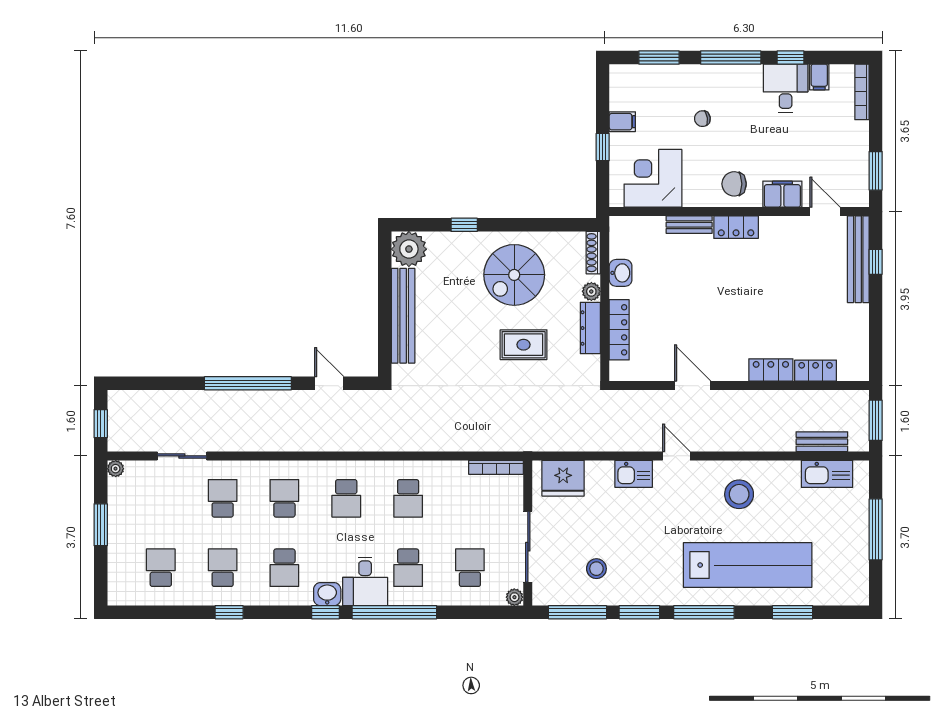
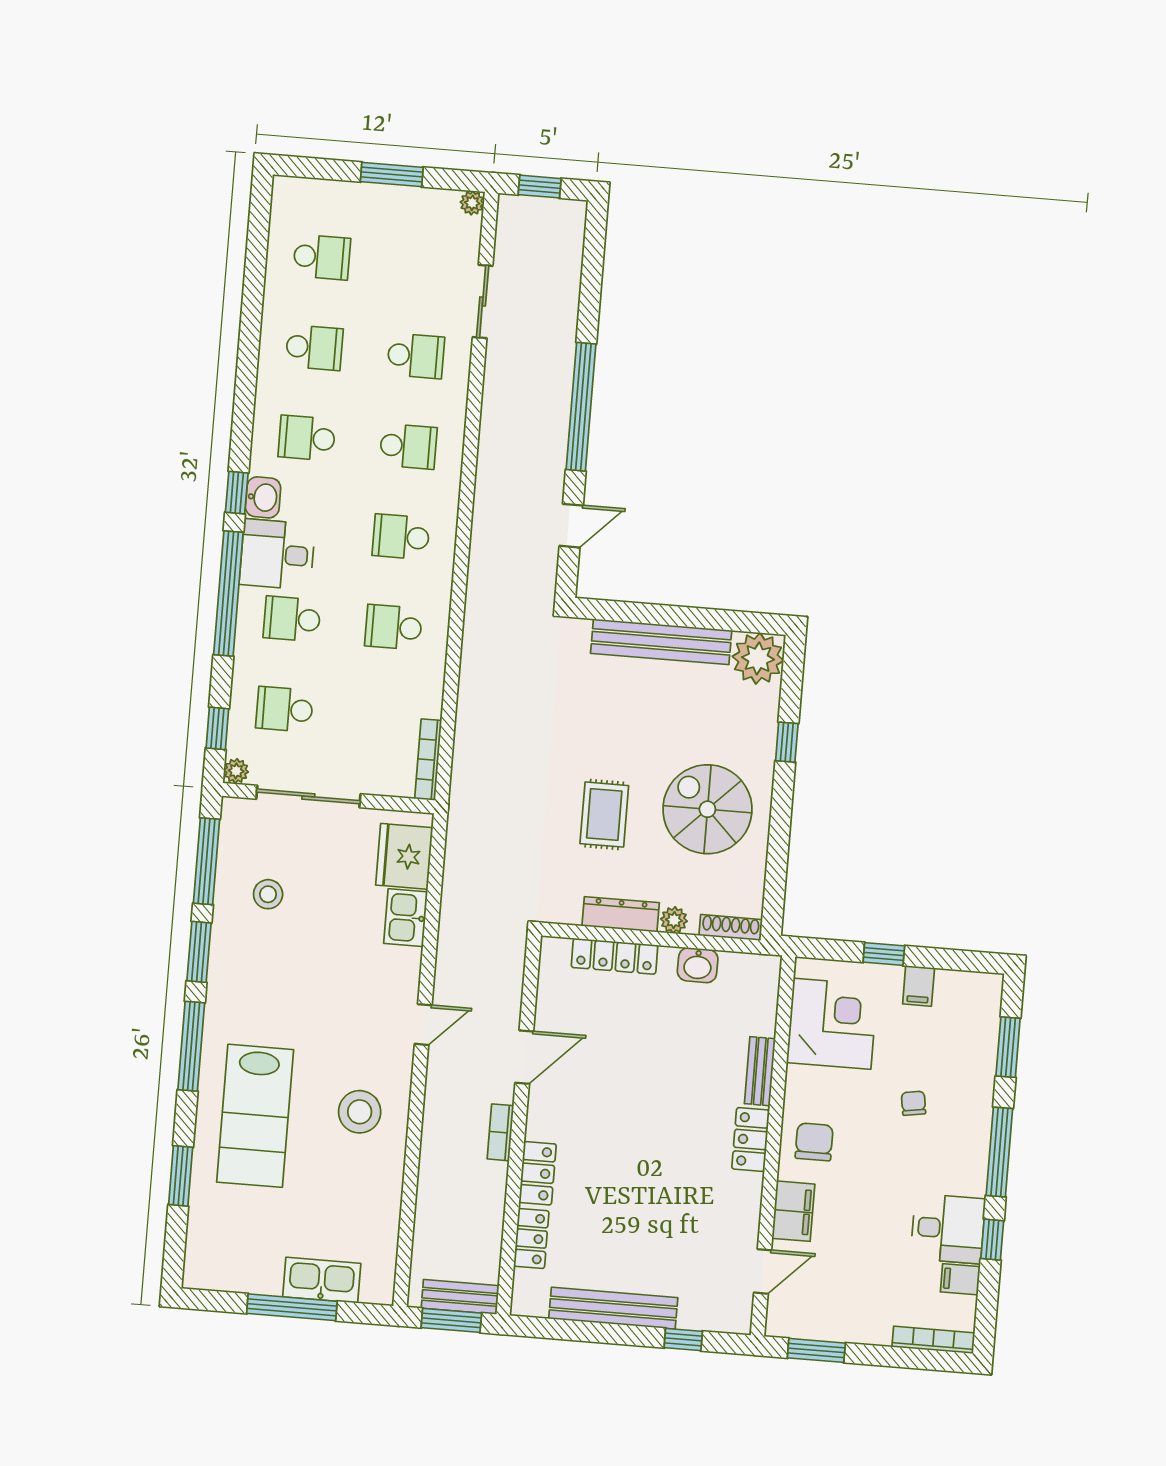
bench: (858, 259) -> (613, 1308), moved
bookcase: (745, 397) -> (500, 1132), added
bench: (822, 442) -> (460, 1297), moved, turned 90
kitchen sink: (634, 474) -> (406, 918), moved
kitchen sink: (827, 474) -> (322, 1280), moved, turned 90
lab bench: (748, 565) -> (255, 1116), width x0.73
school desk: (470, 568) -> (285, 709), turned 180
window: (229, 612) -> (217, 728), moved

